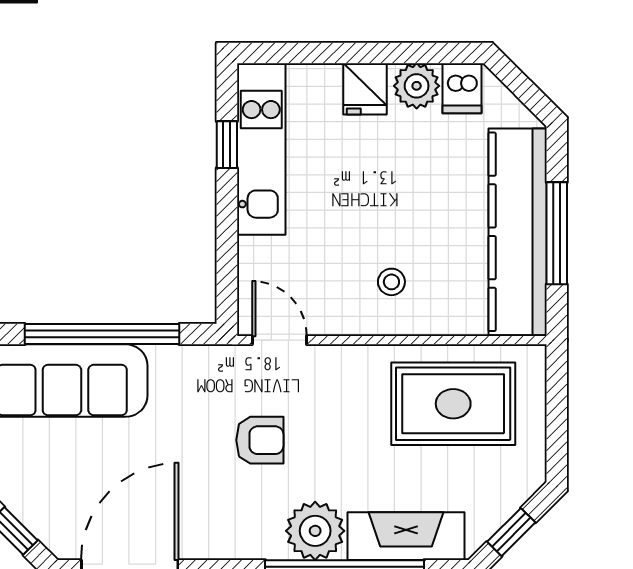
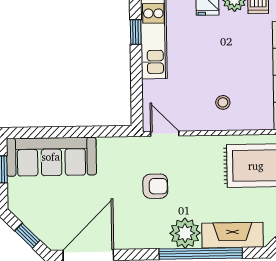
window: (102, 334) -> (72, 132), removed

